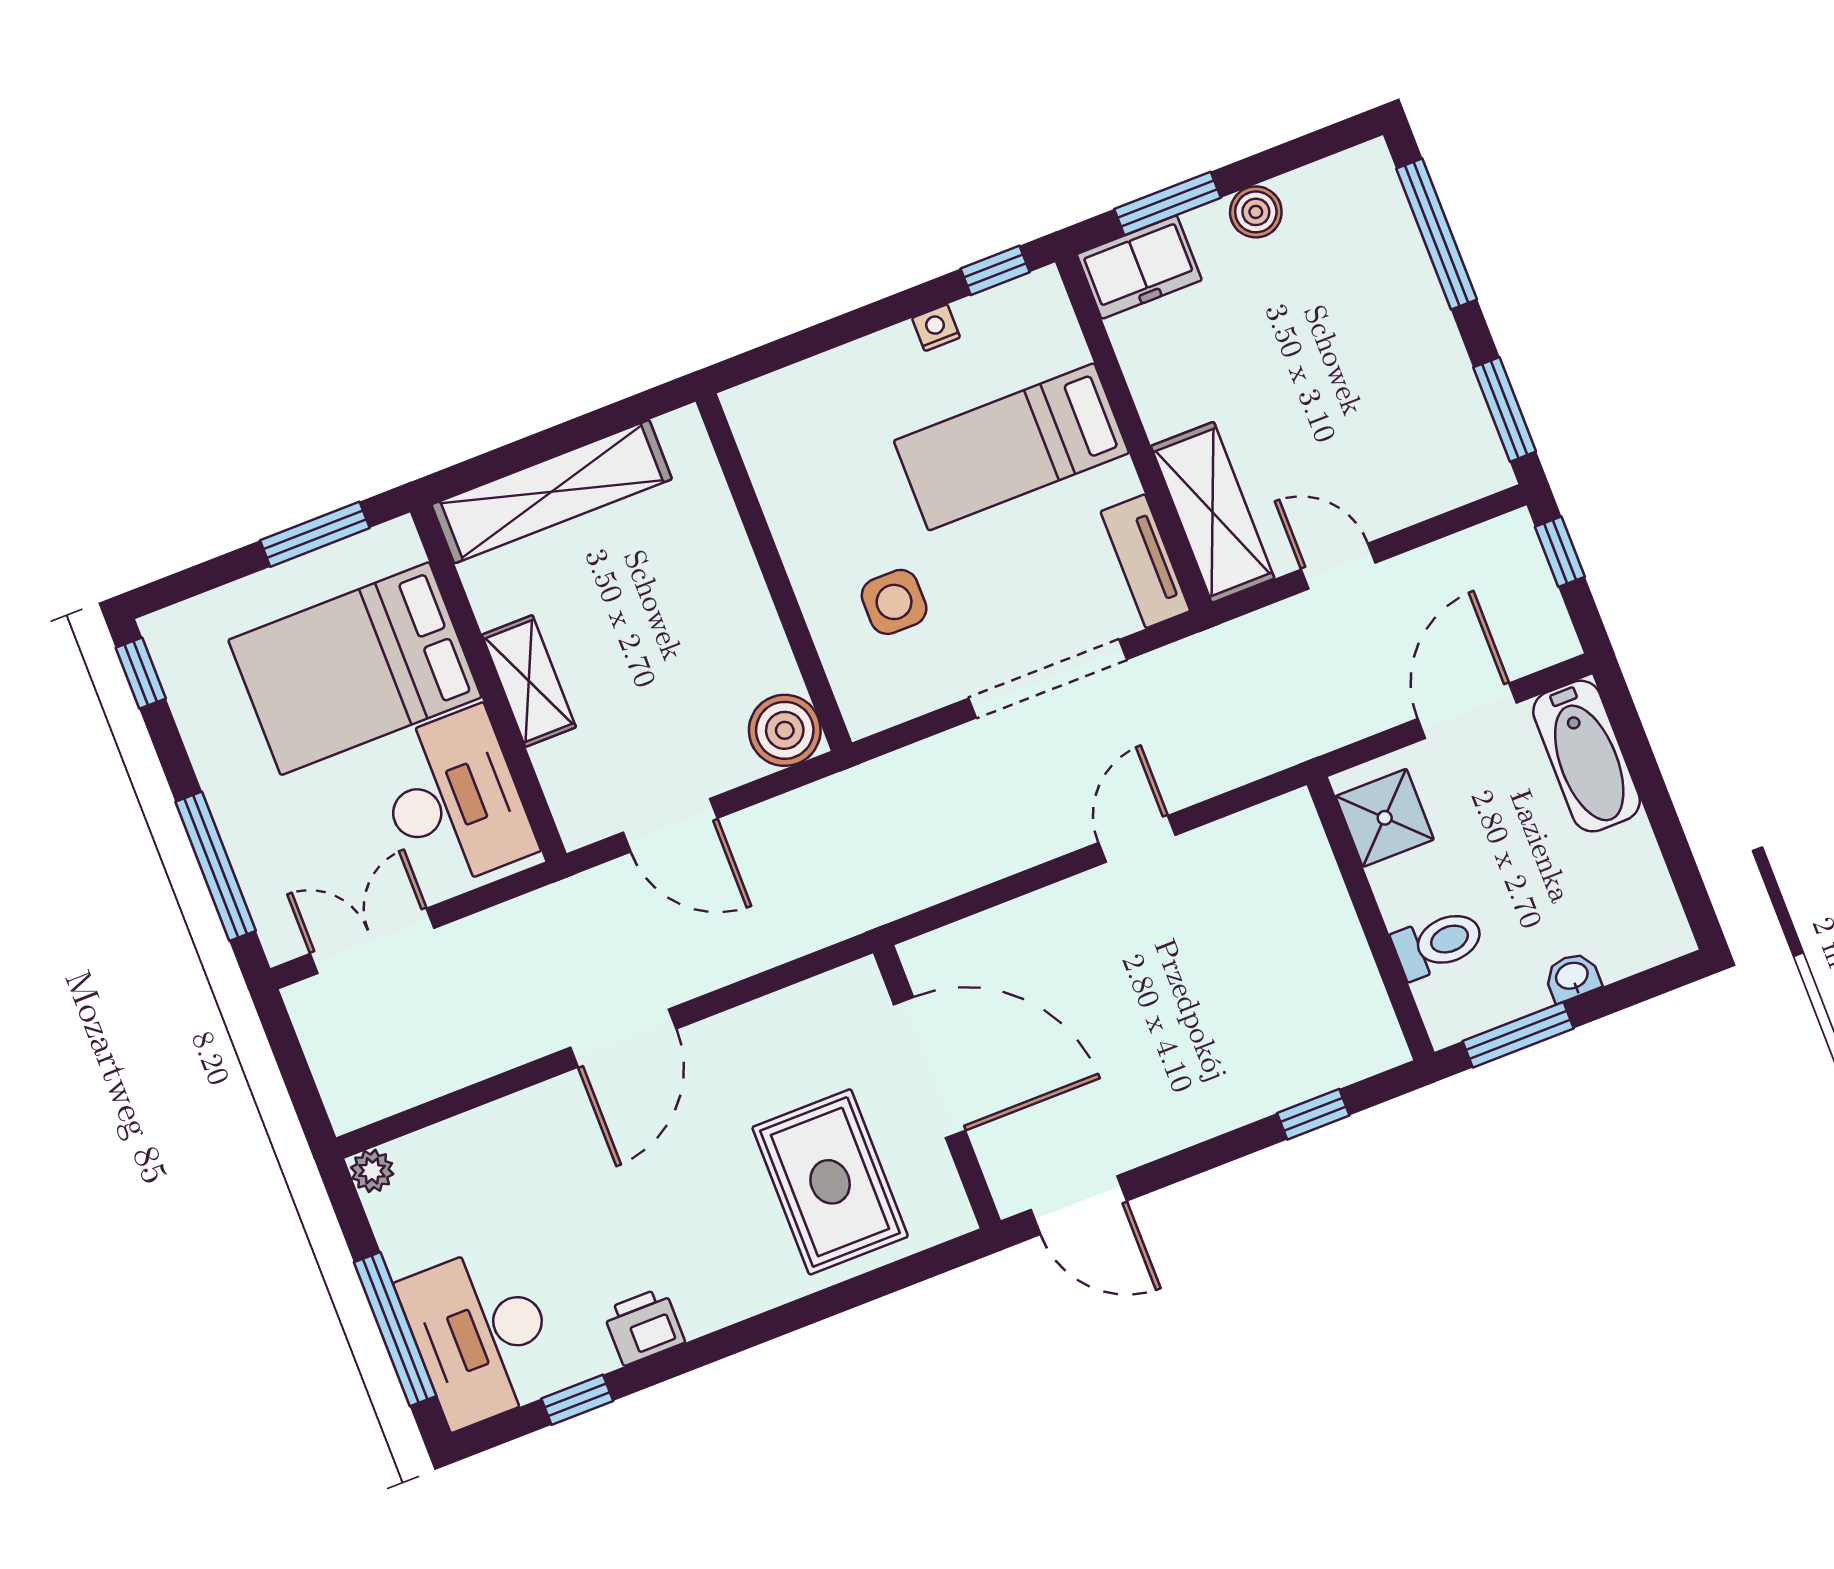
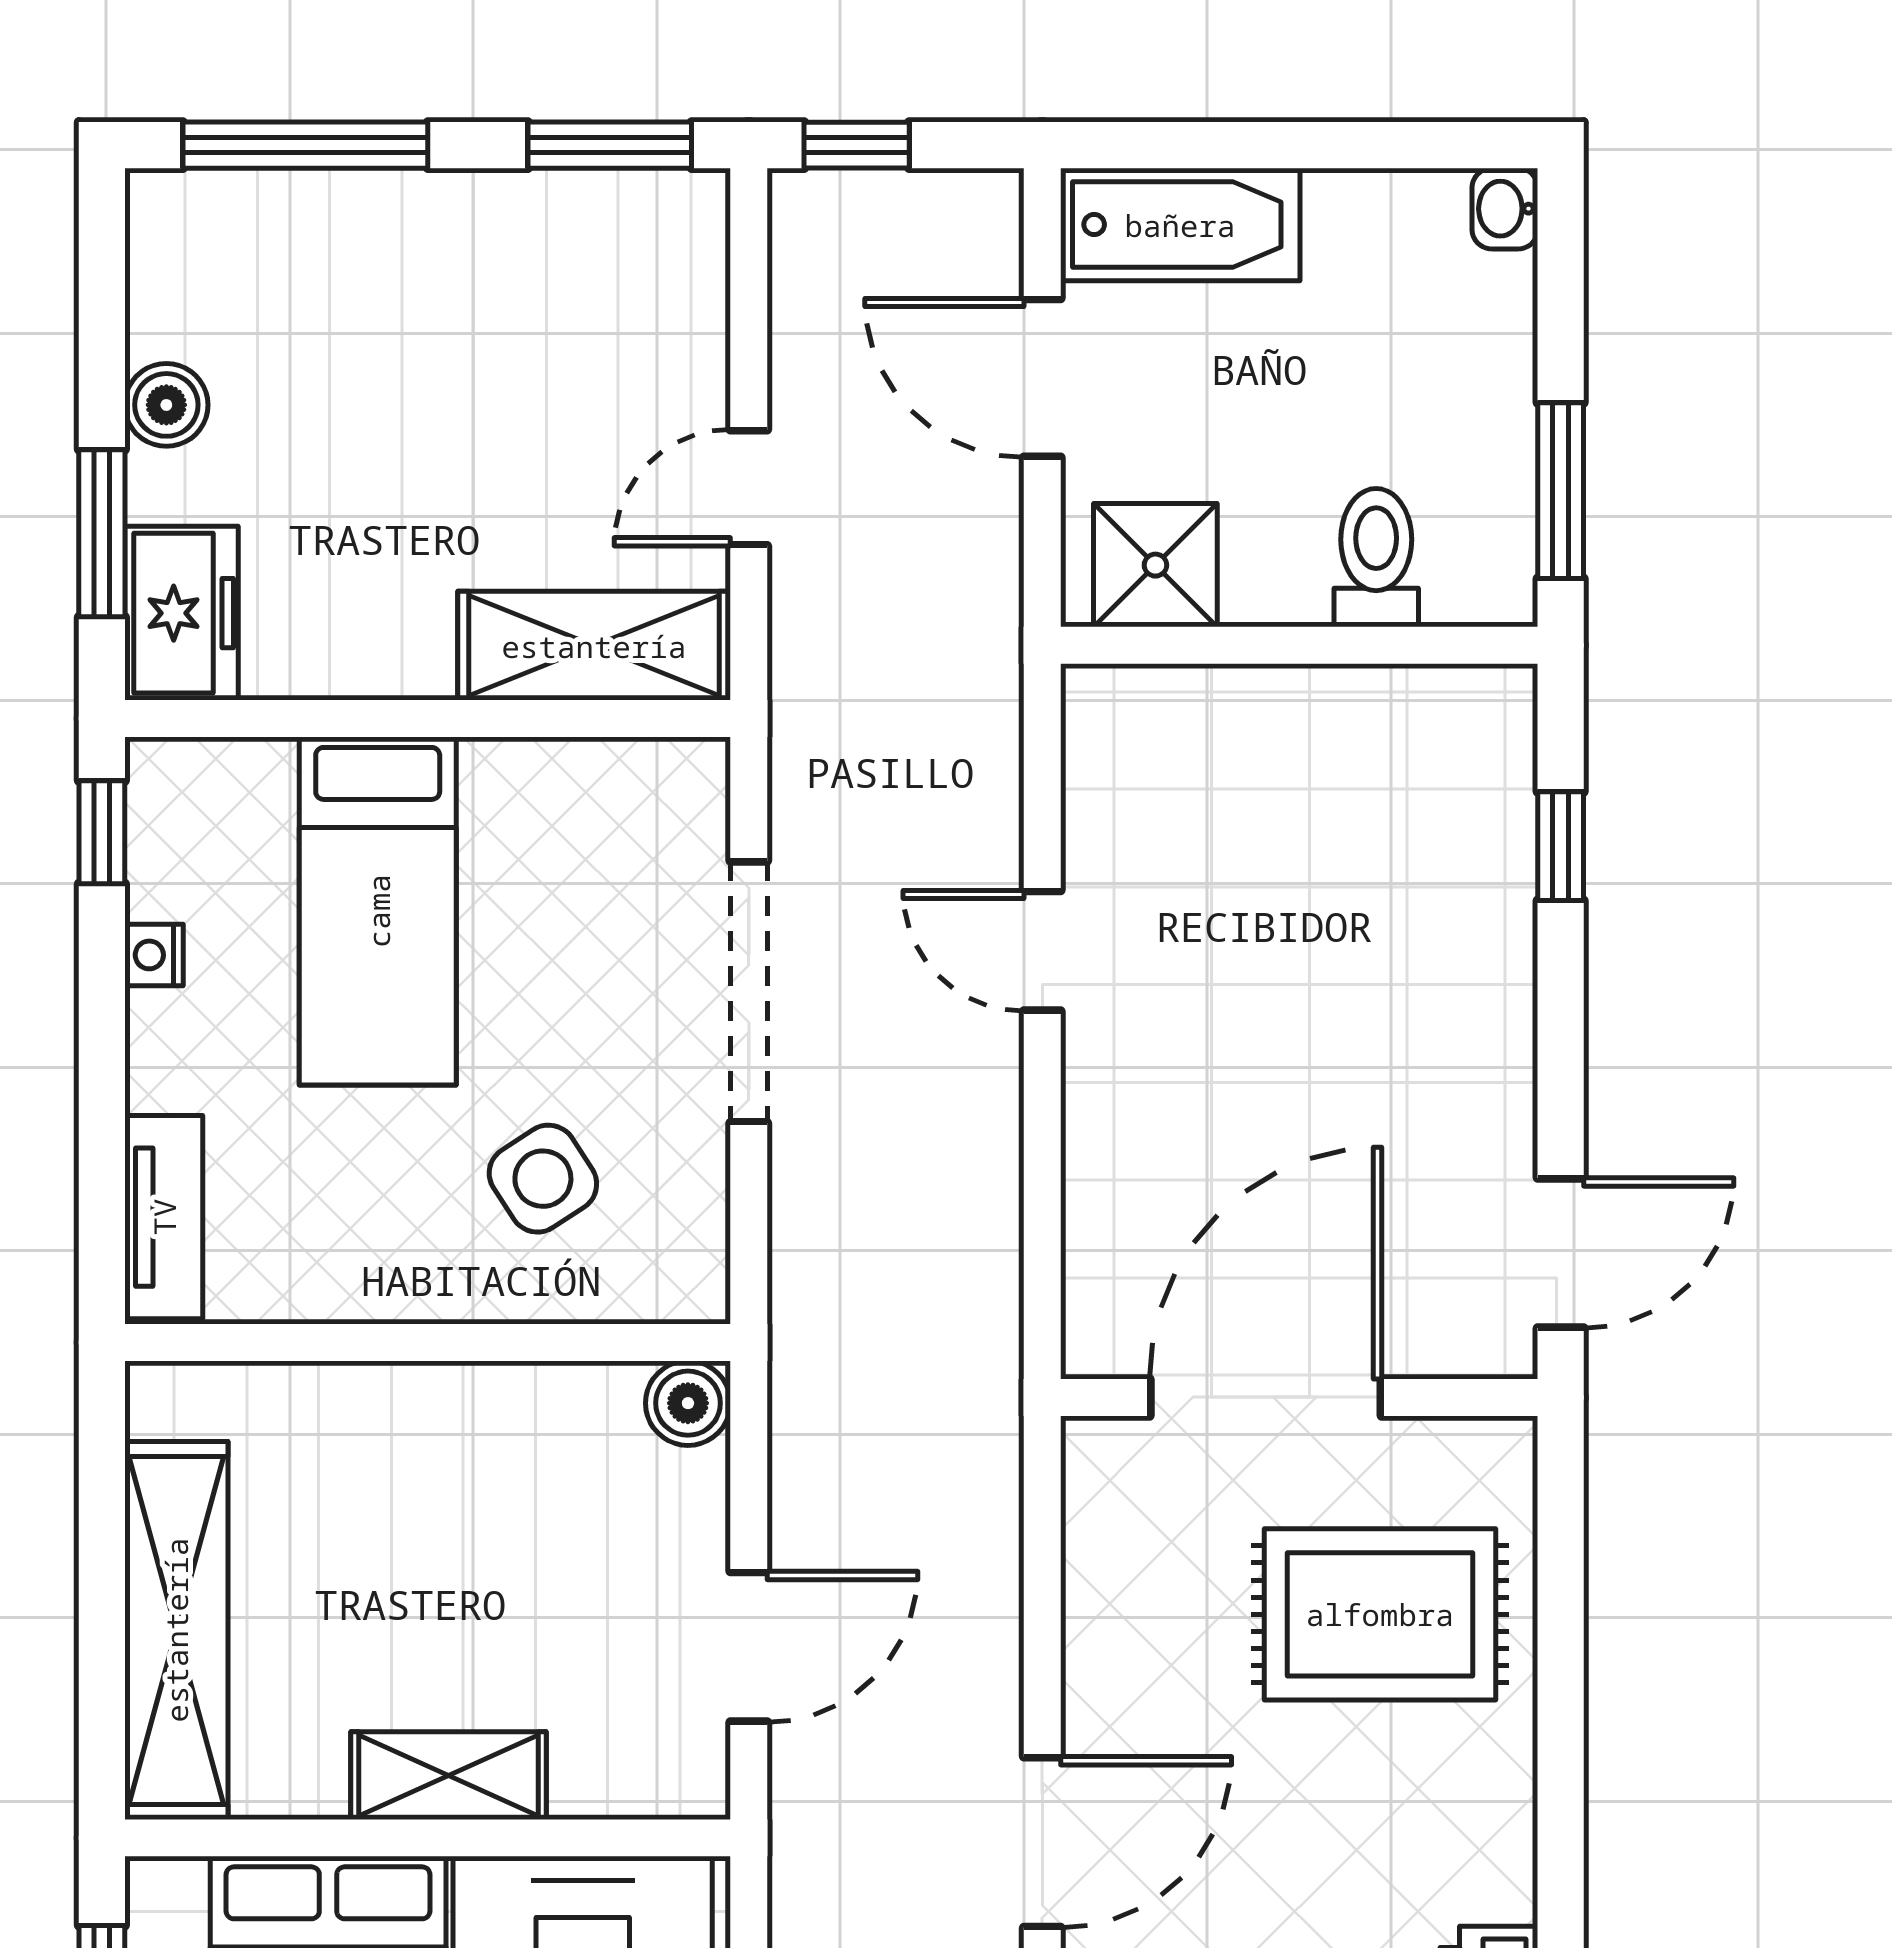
tv unit: (1145, 561) -> (164, 1217), moved, turned -90
side table: (894, 602) -> (543, 1179), turned -33
boiler: (785, 730) -> (688, 1403), width x0.73, depth x0.73
washbasin: (1572, 977) -> (1505, 209), moved
door: (623, 1038) -> (1042, 1842), hinge flipped

